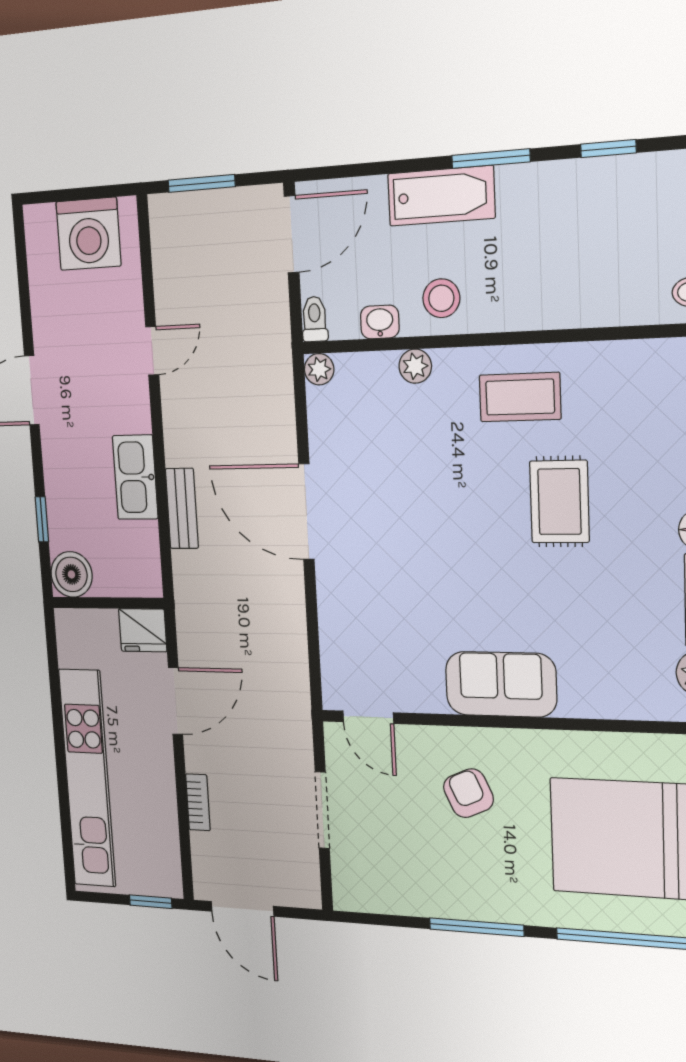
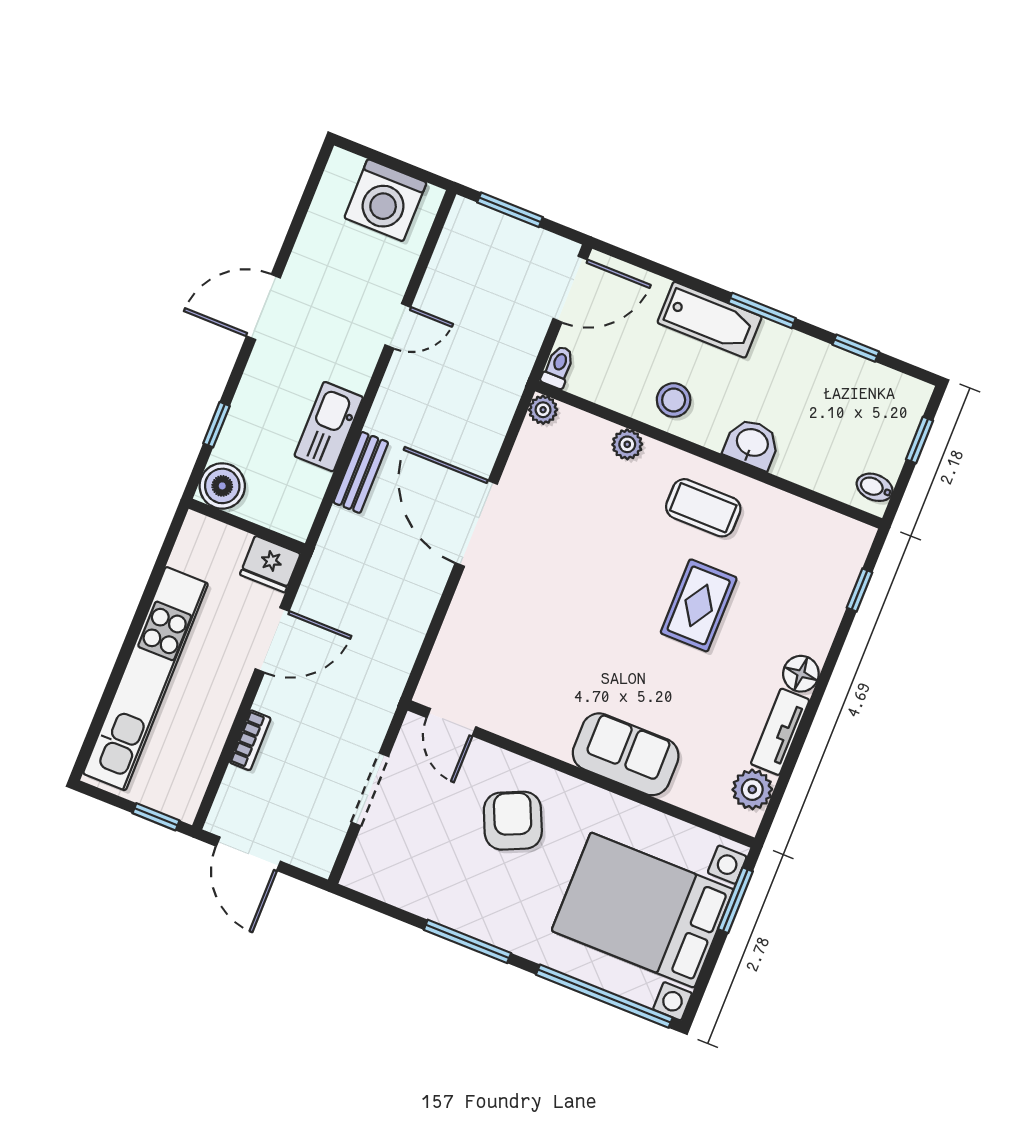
washbasin: (380, 322) -> (752, 444), moved, width x1.38, depth x1.45
sofa: (501, 684) -> (626, 754), moved
armchair: (468, 793) -> (513, 821), width x1.38, depth x1.38

